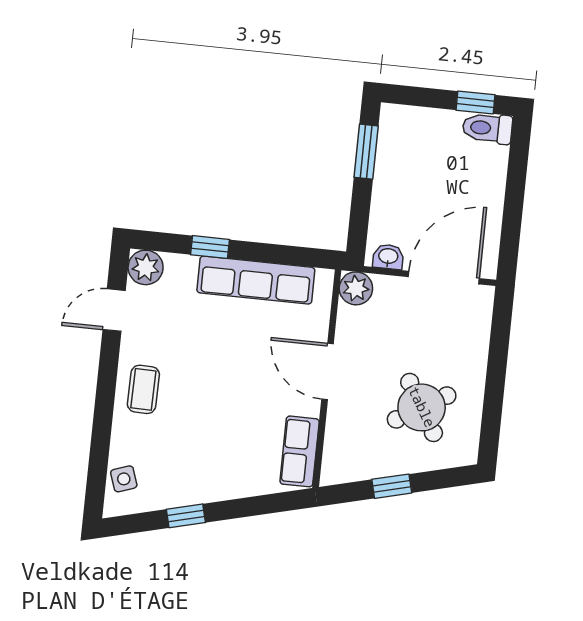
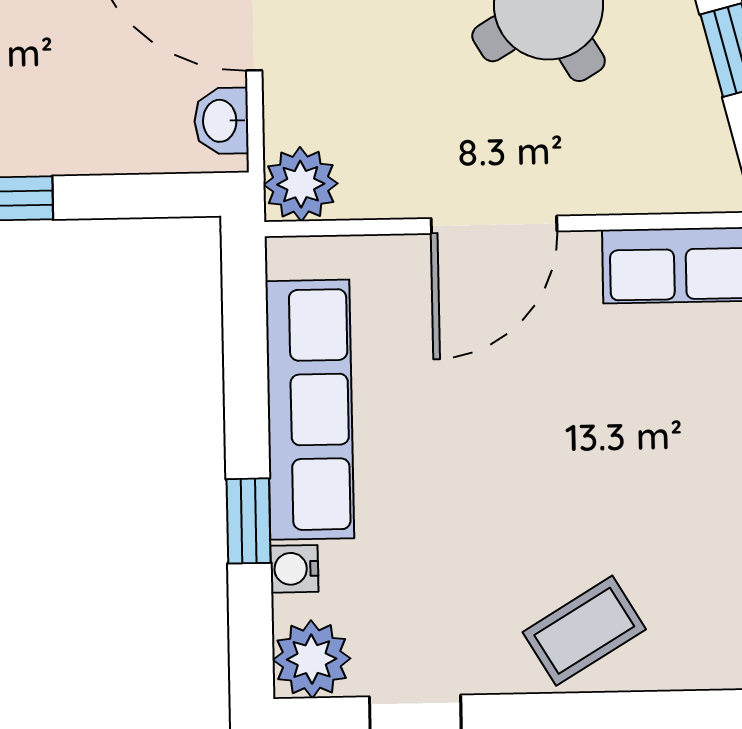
water cooler: (186, 265) -> (294, 569), added
coffee table: (143, 389) -> (584, 631), turned -32

